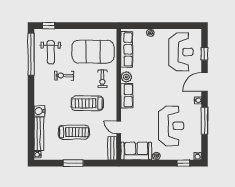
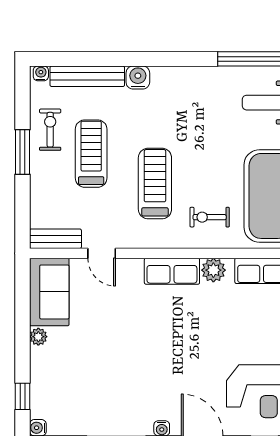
exercise bike: (64, 76) -> (50, 130), moved
reception desk: (171, 126) -> (105, 369), removed
door: (119, 127) -> (102, 253), swing flipped
treadmill: (74, 132) -> (91, 154), turned 180

